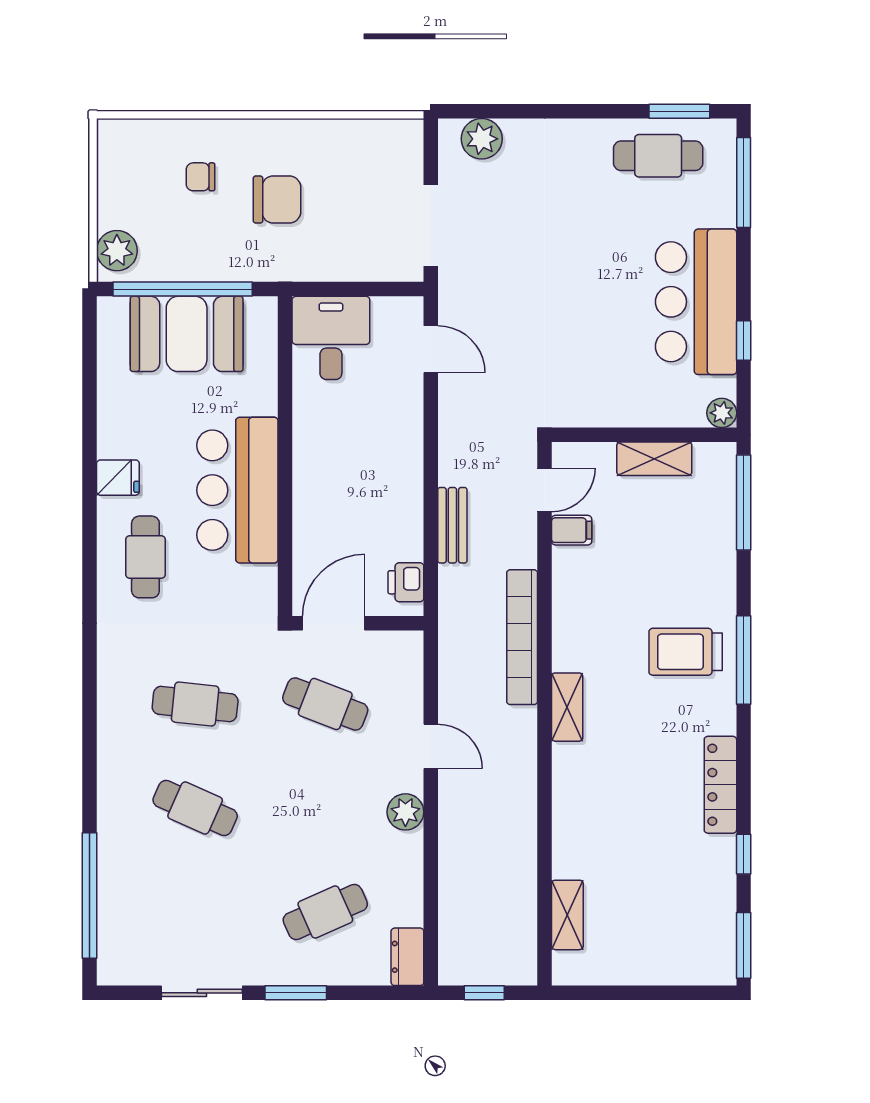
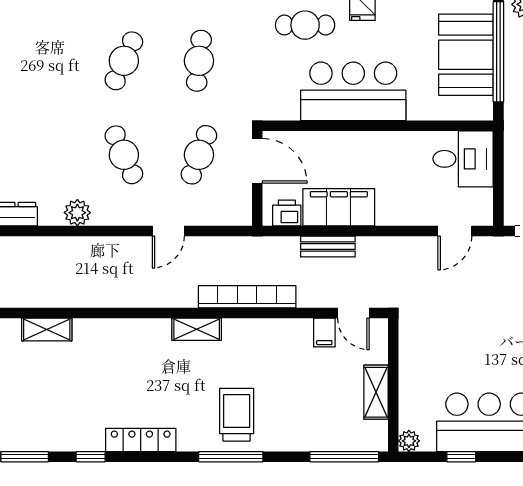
filing cabinet: (398, 510) -> (339, 207), added
plant: (405, 812) -> (77, 213), moved
cafe table: (325, 912) -> (124, 155), moved

